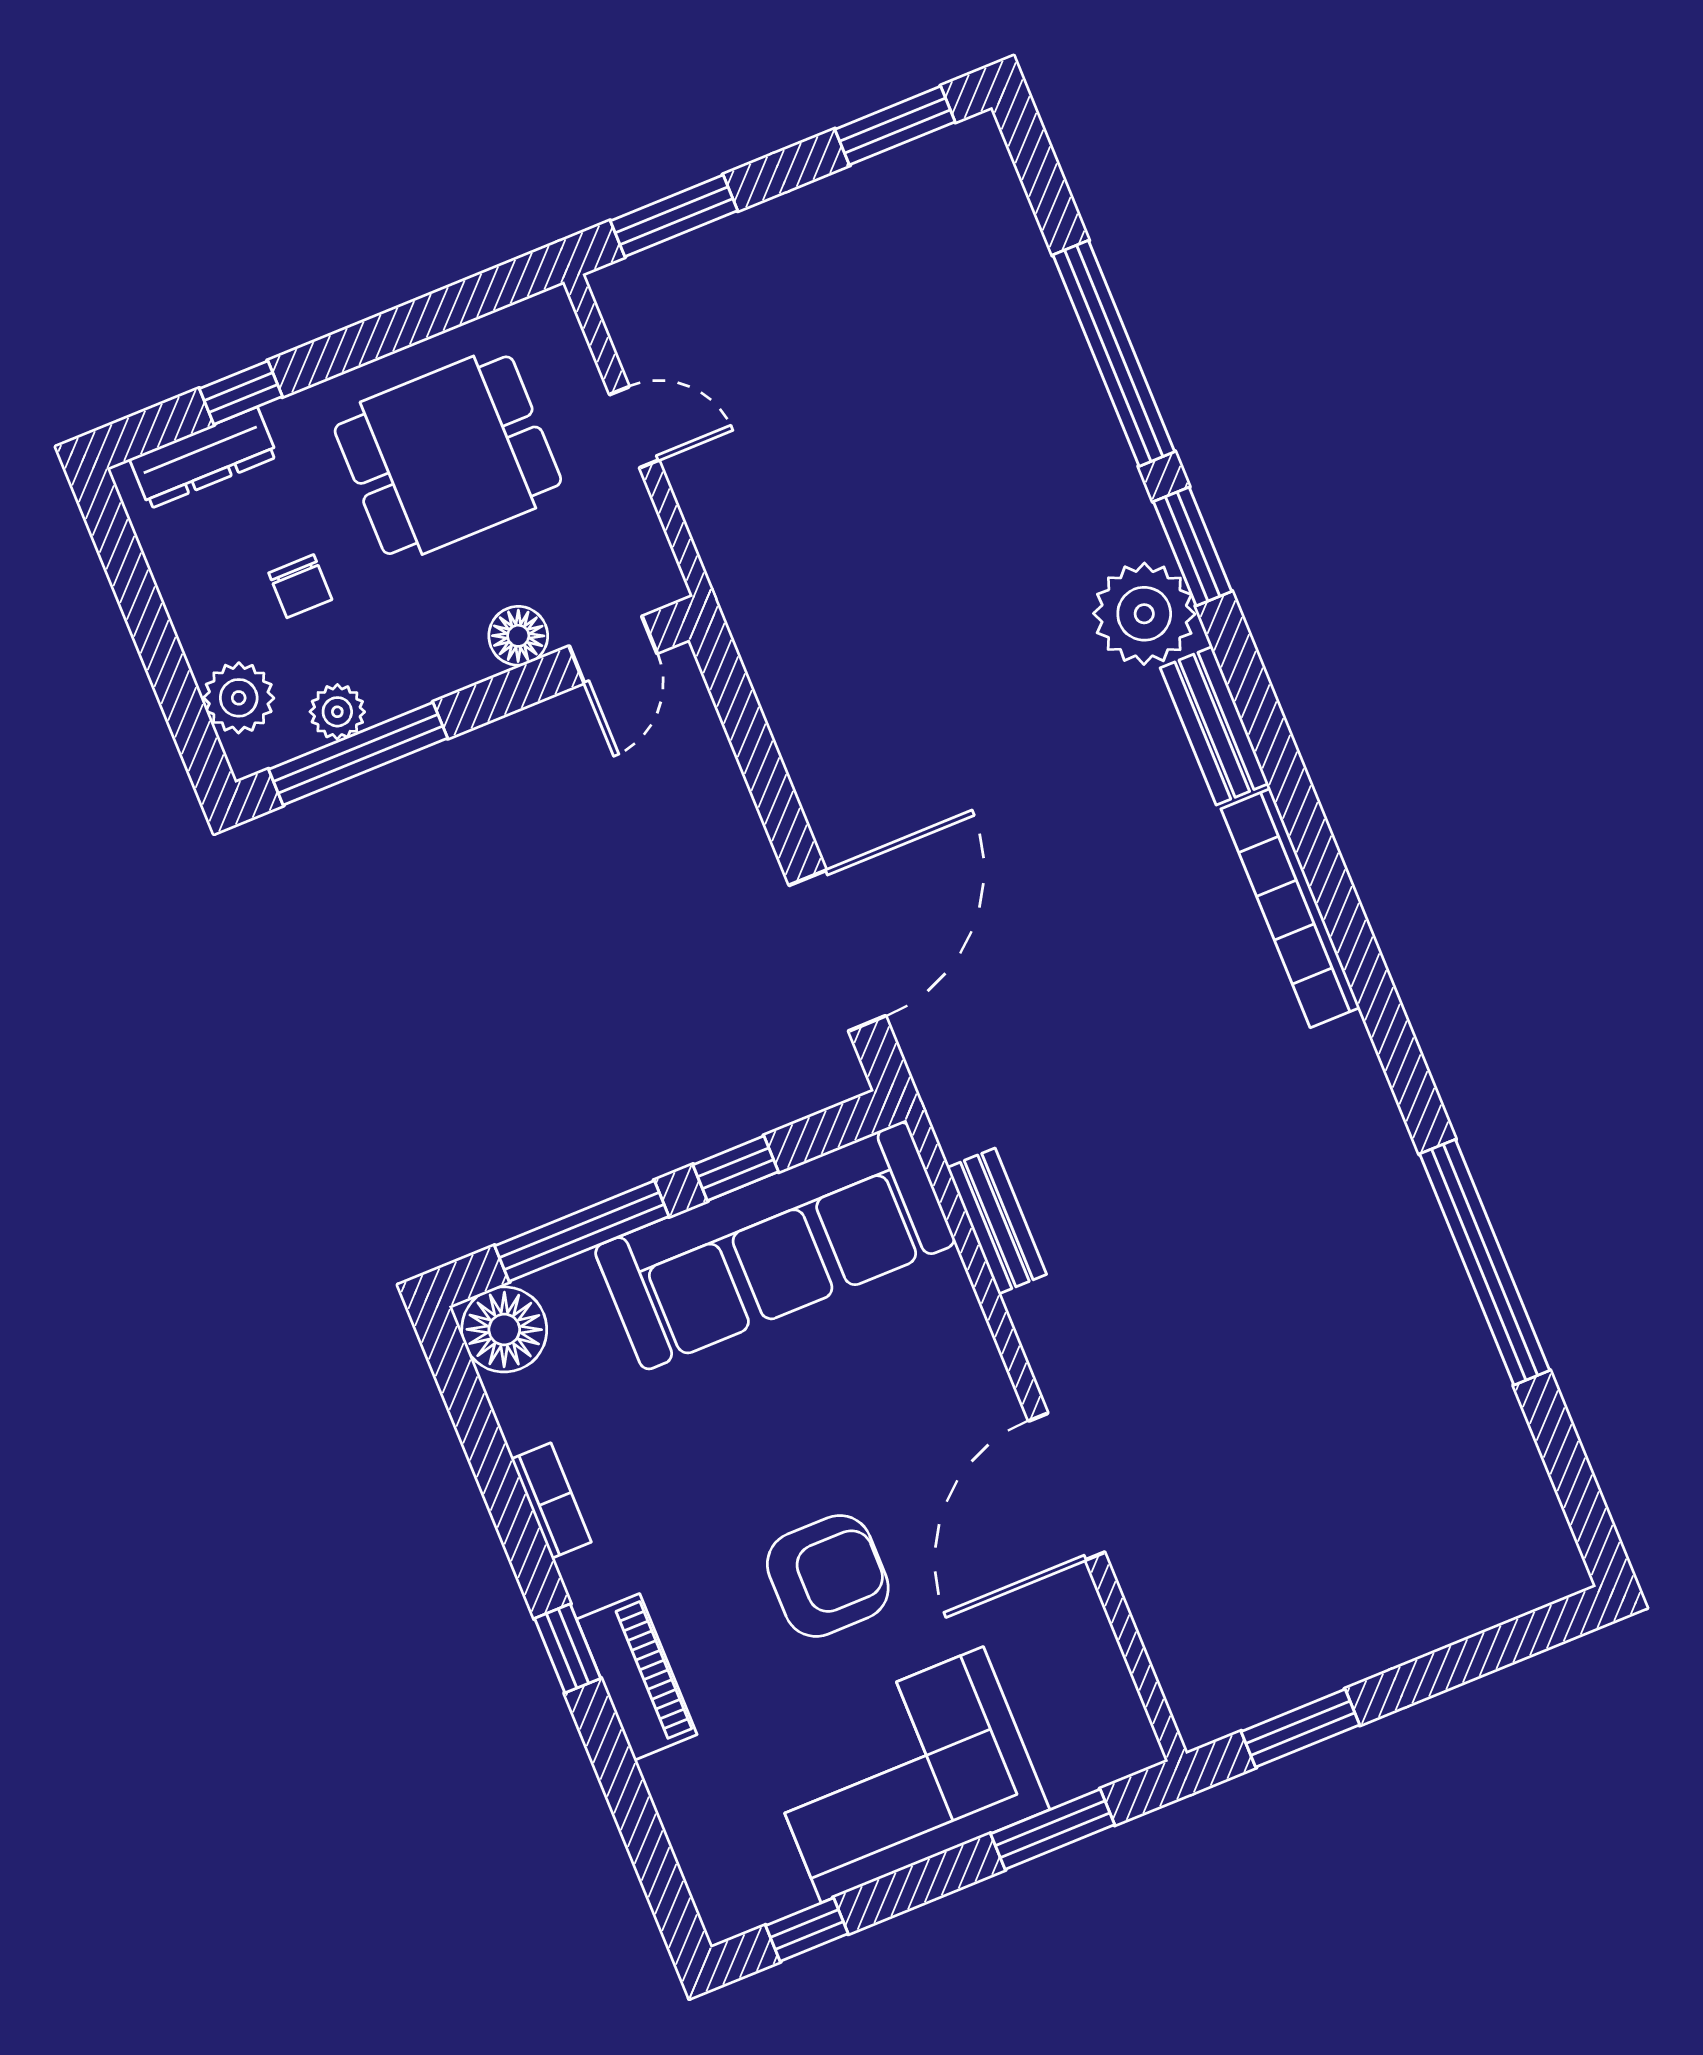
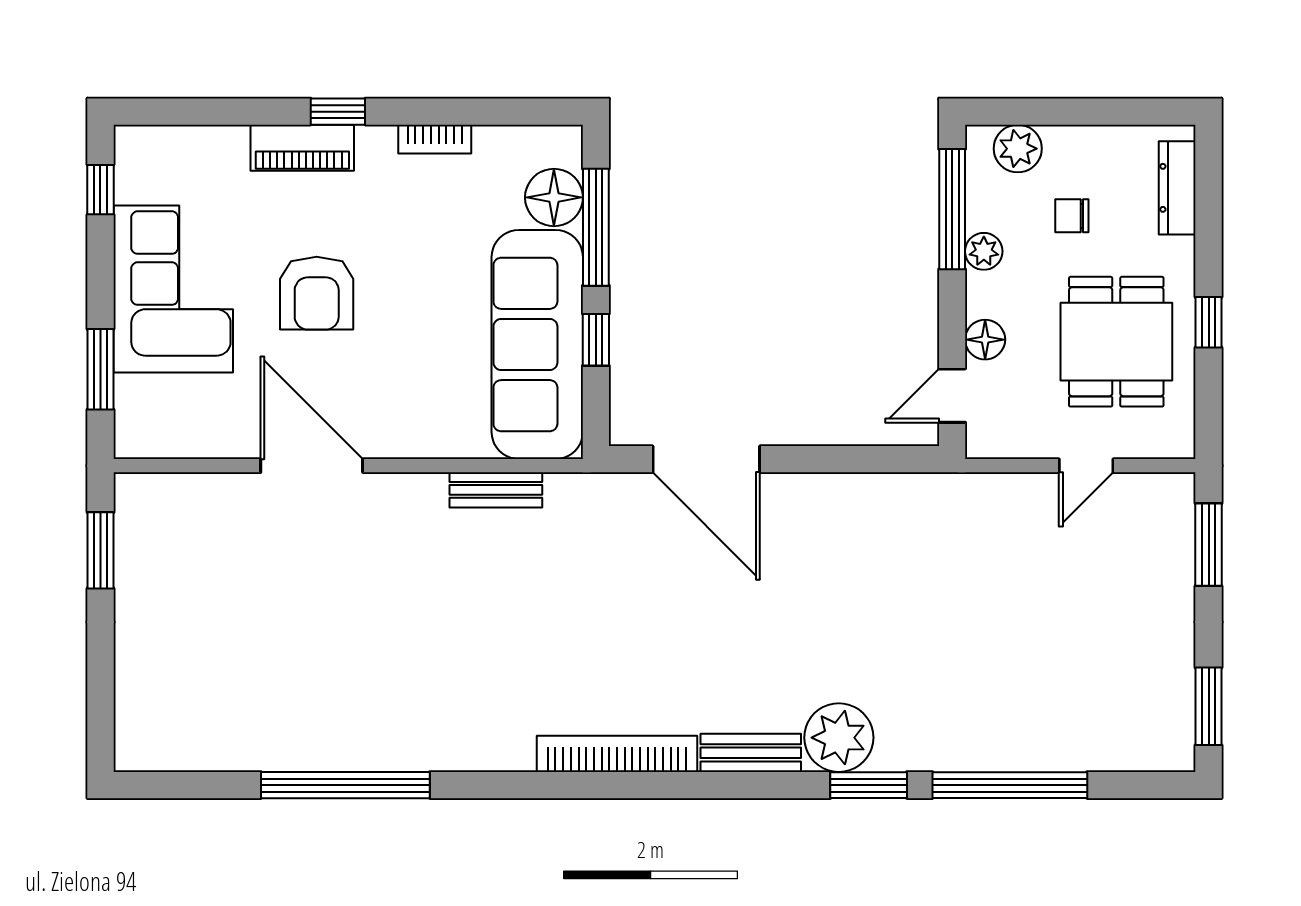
window: (241, 393) -> (1209, 322), moved
door: (613, 650) -> (952, 396), hinge flipped
plant: (337, 712) -> (984, 251), moved
floor lamp: (504, 1329) -> (554, 197), moved

